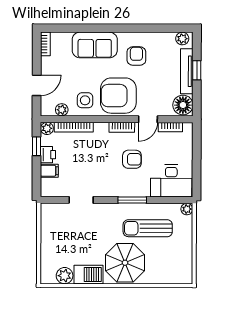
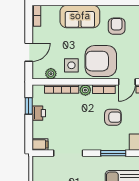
plant: (47, 128) -> (85, 90), moved
filing cabinet: (49, 171) -> (40, 144), moved
doorway: (81, 200) -> (68, 153), width x1.38

